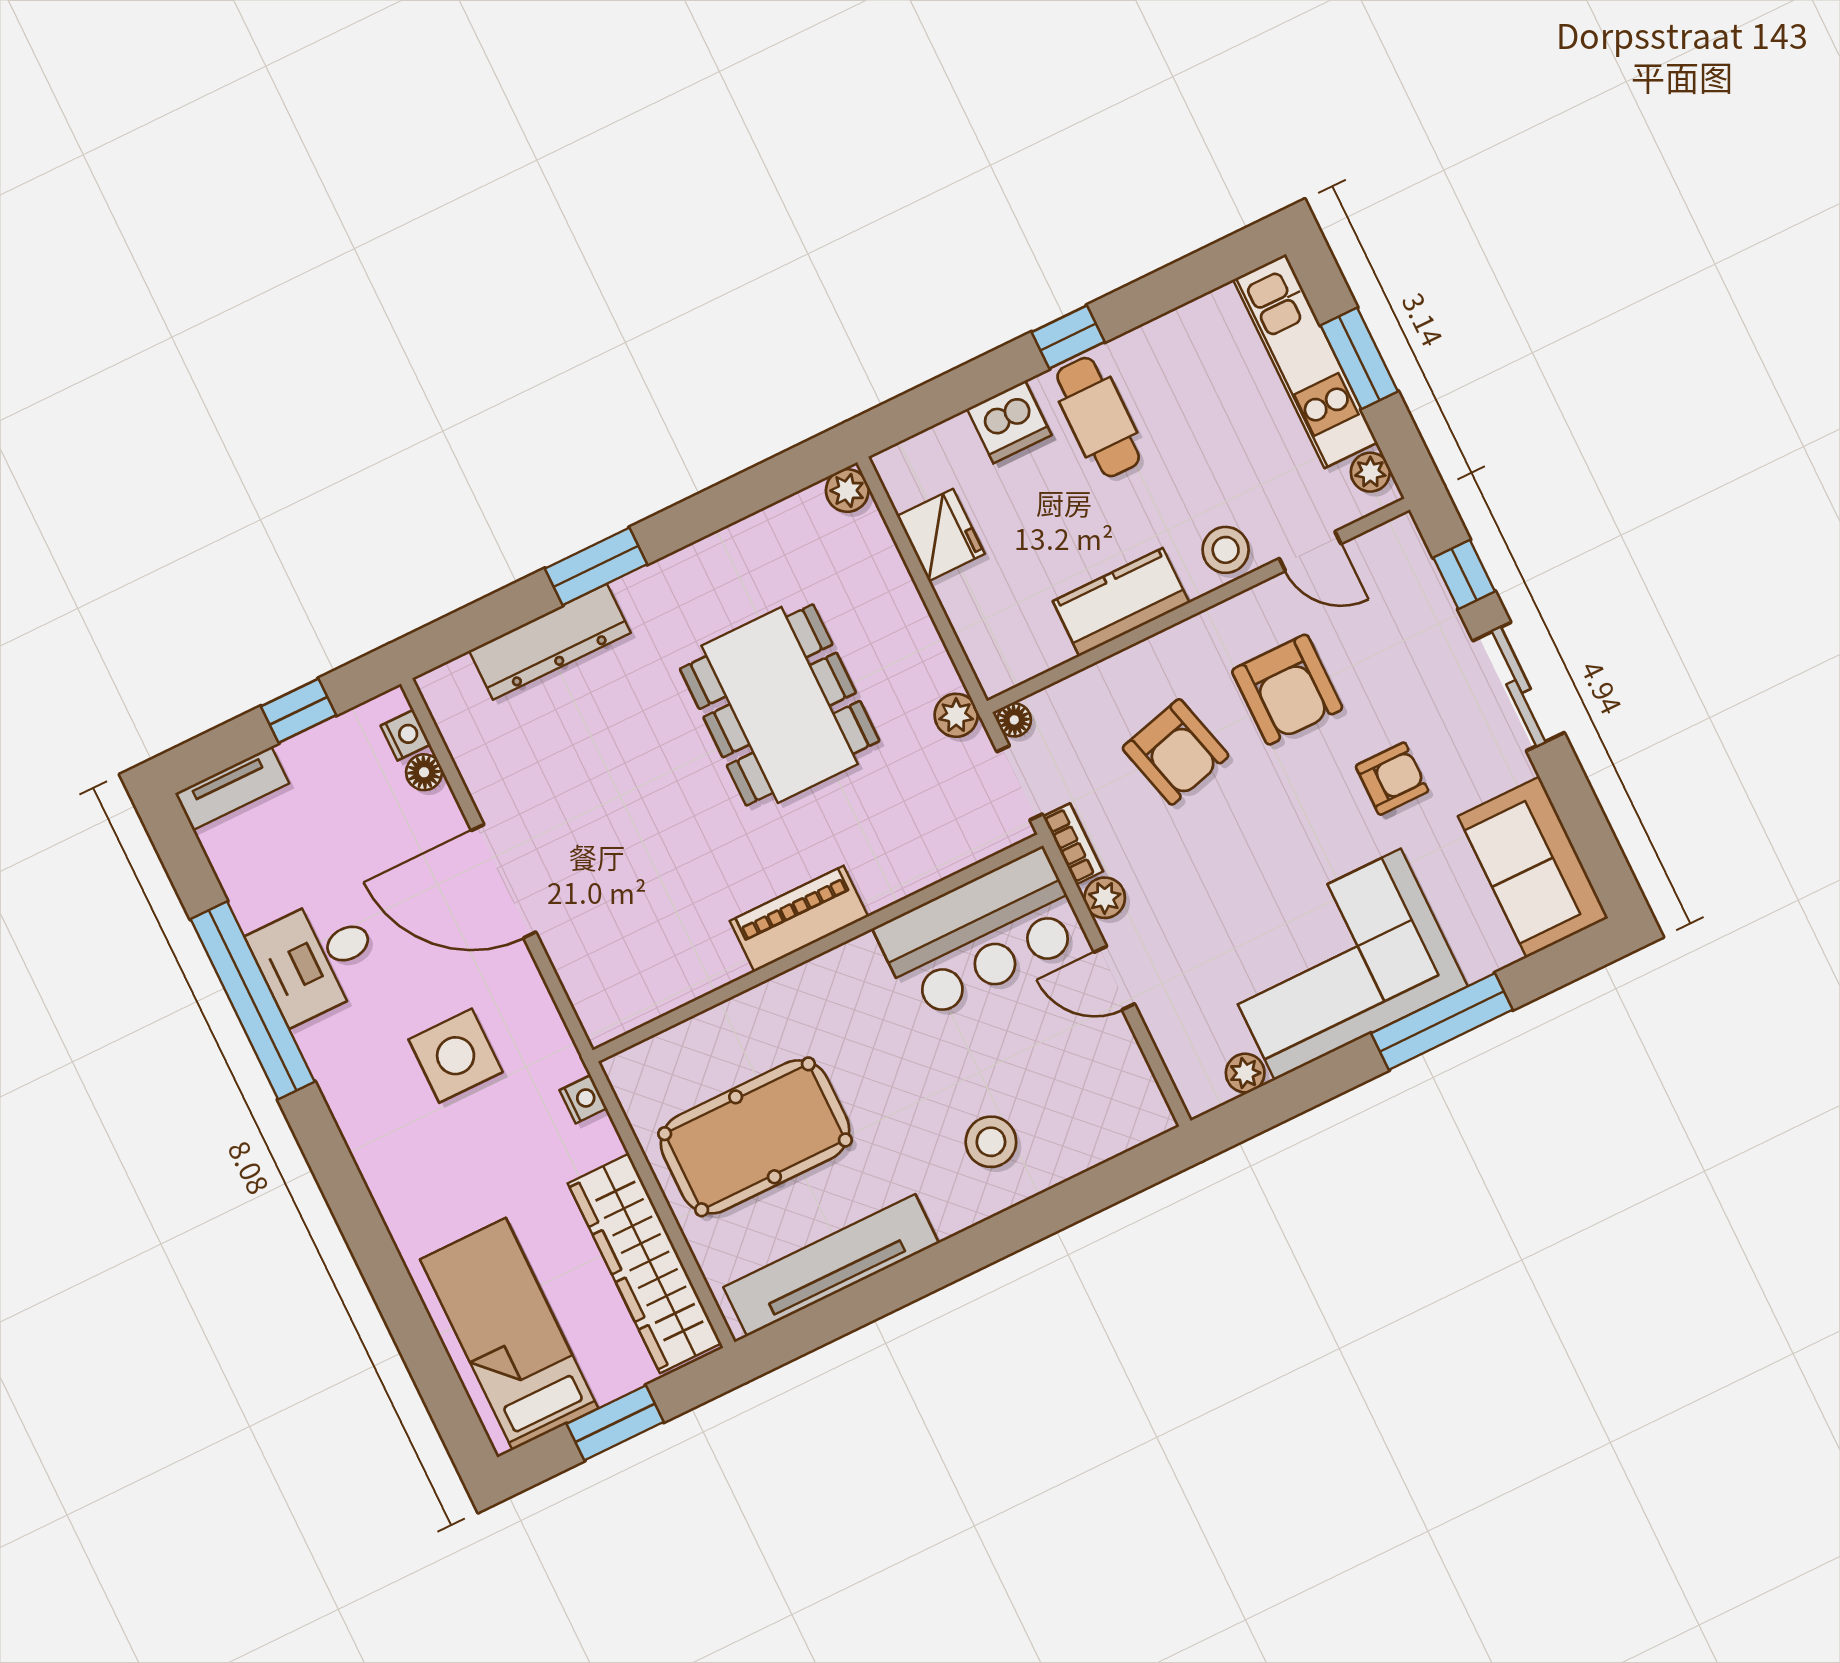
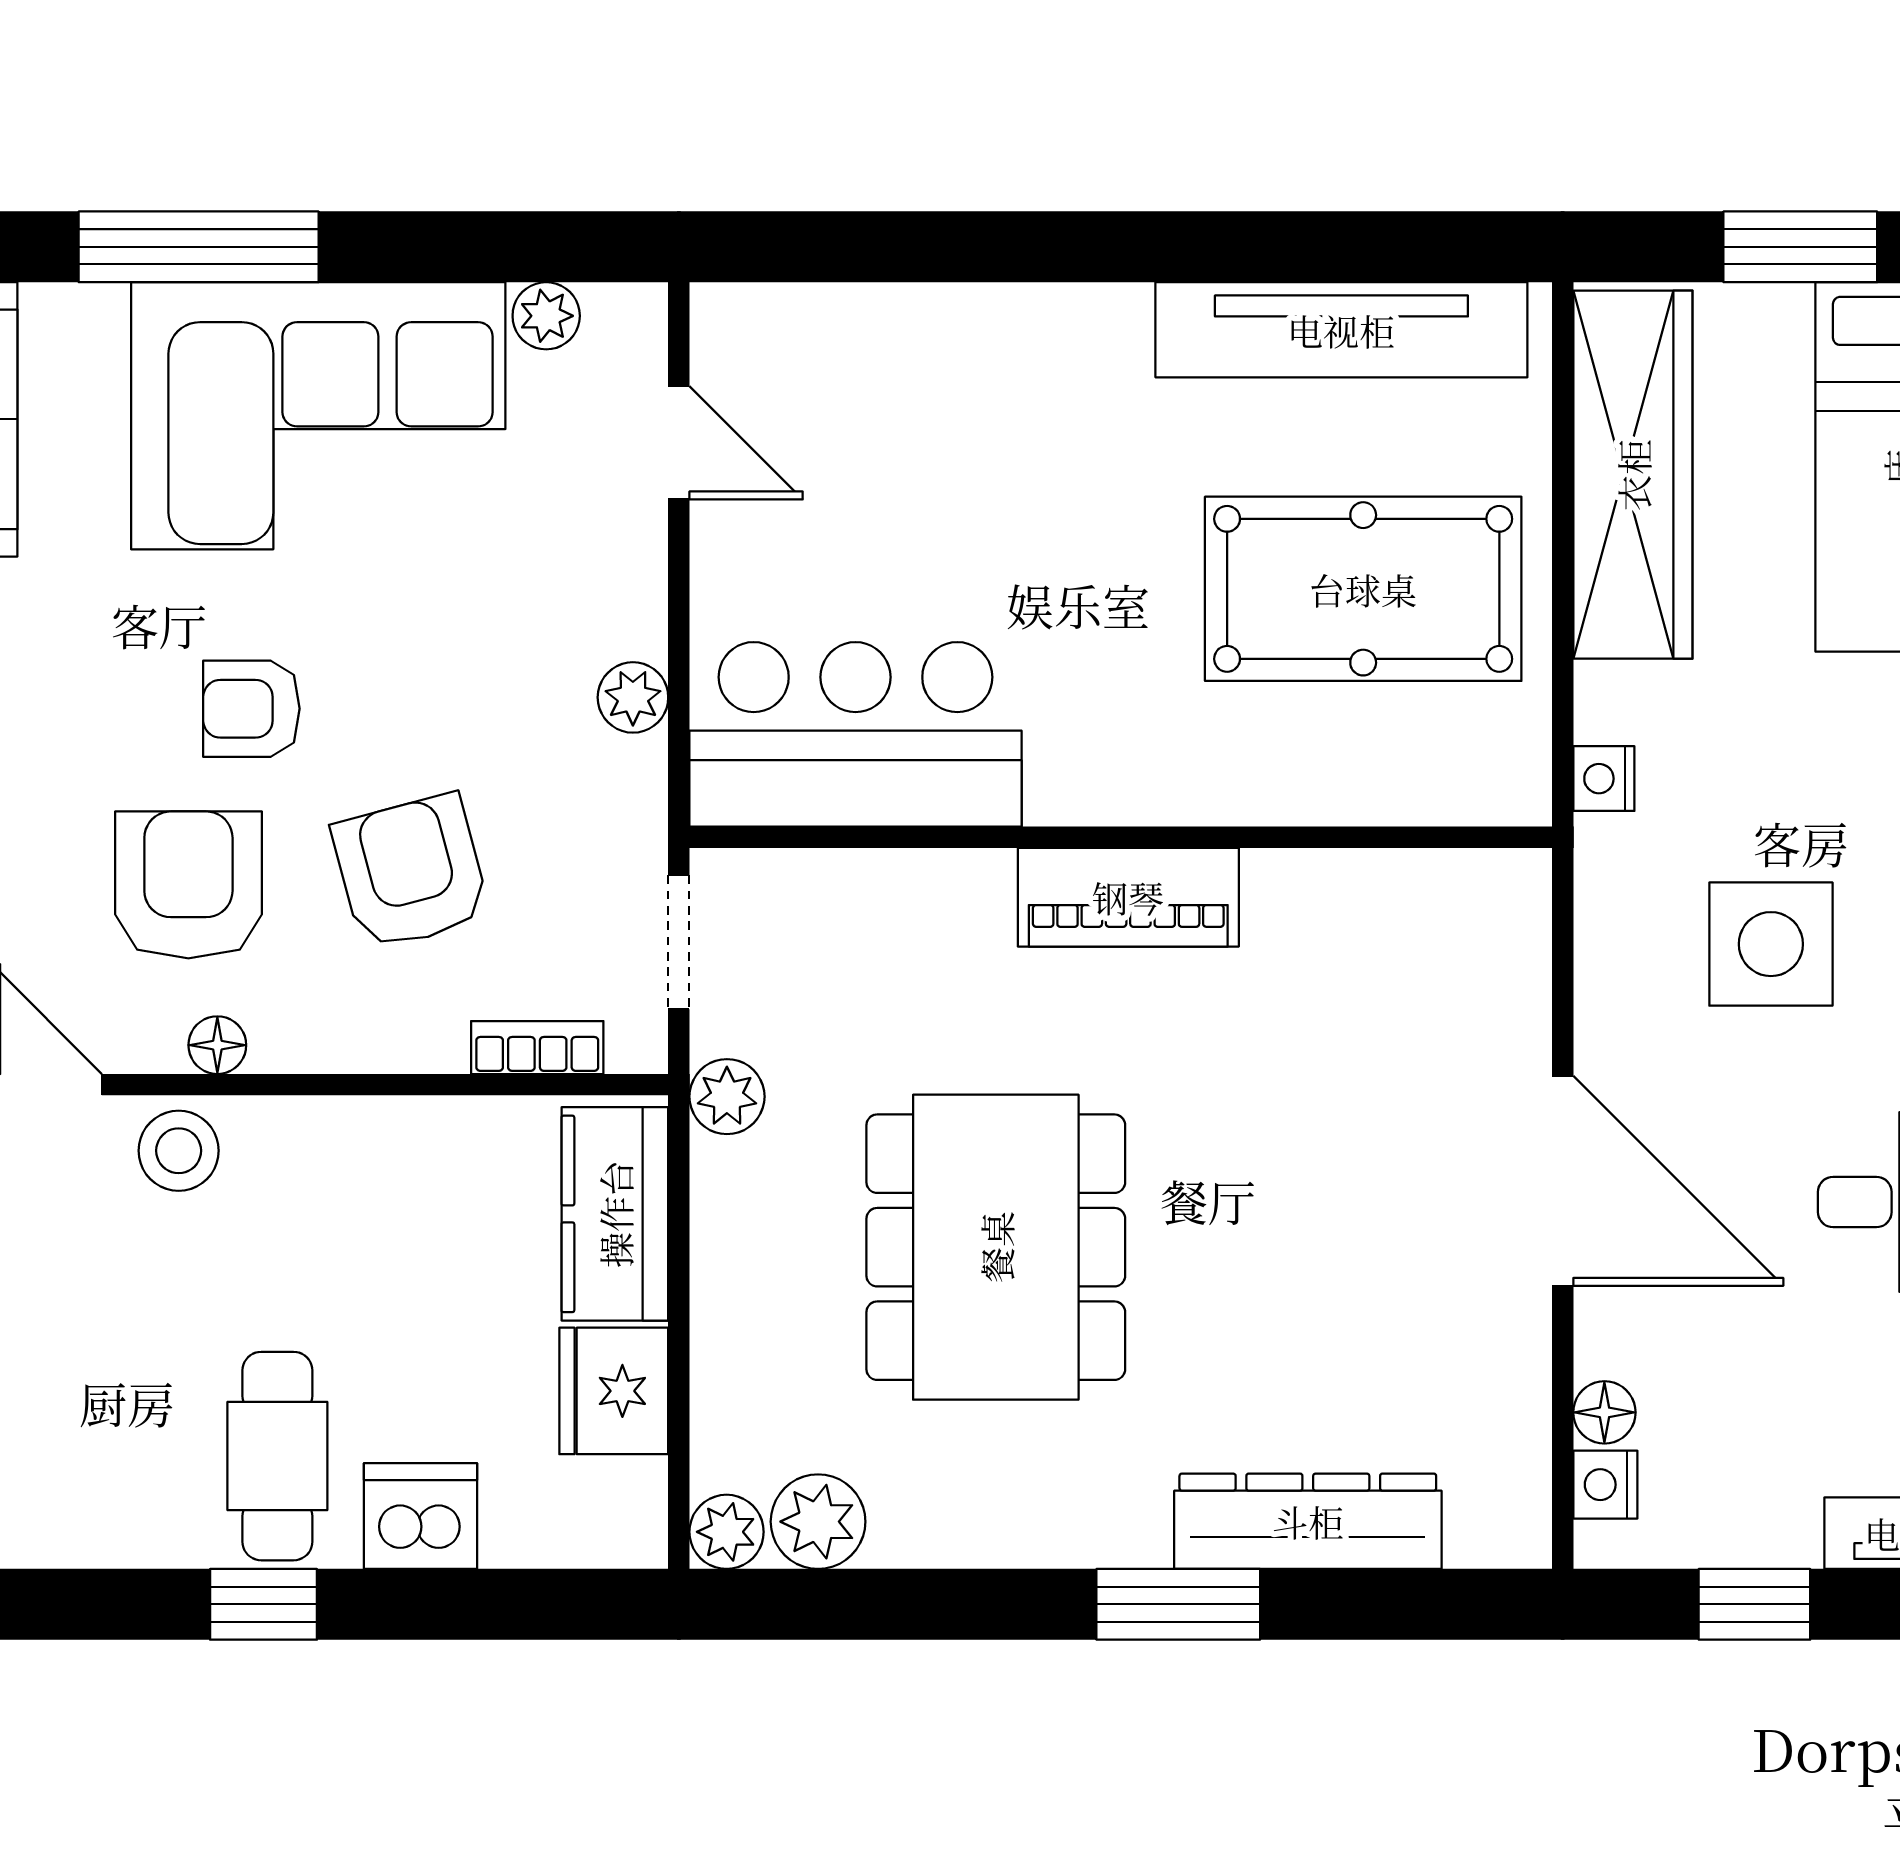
plant: (803, 519) -> (818, 1522), added
kitchen counter: (1121, 602) -> (615, 1214), moved, turned 90
floor lamp: (1014, 720) -> (217, 1045), moved
armchair: (1392, 779) -> (251, 709), moved
bookcase: (1073, 844) -> (537, 1048), moved, turned 90
door: (1114, 978) -> (679, 443), moved
stool: (991, 1142) -> (997, 401), removed

